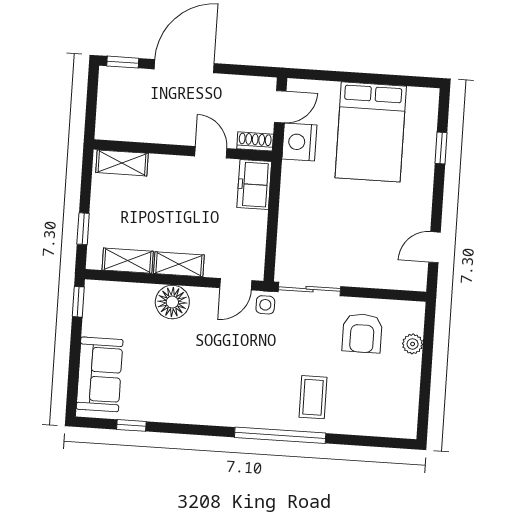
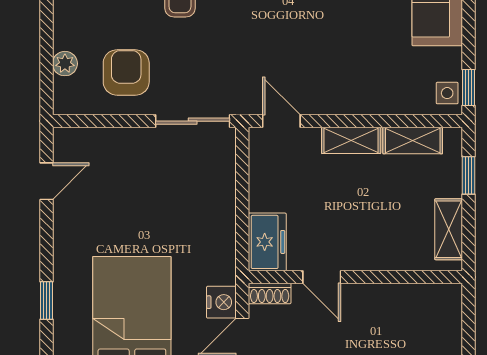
nightstand: (299, 142) -> (221, 302), width x0.74, depth x0.75
shelving: (122, 163) -> (449, 229), moved, turned 90
door: (236, 284) -> (281, 121), hinge flipped
floor lamp: (172, 302) -> (356, 95), removed
side table: (265, 305) -> (447, 93), moved

